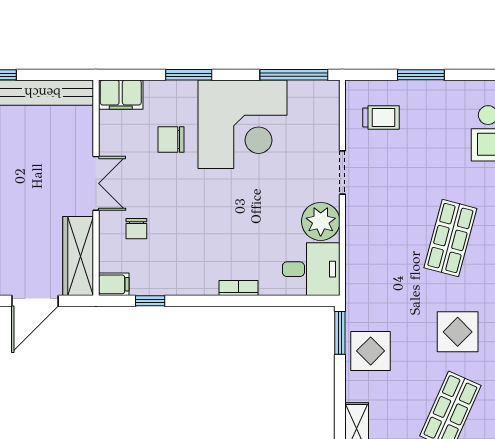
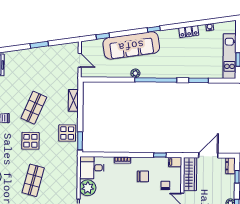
chair: (190, 250) -> (143, 176), added

